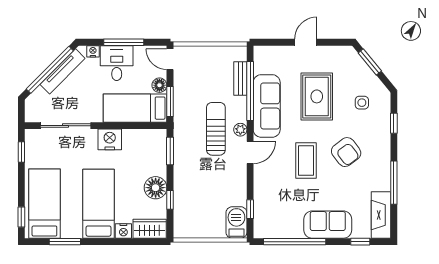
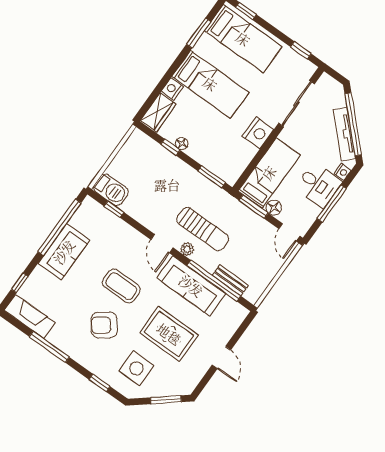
door: (170, 59) -> (289, 232), swing flipped
side table: (362, 103) -> (136, 368), width x1.87, depth x1.87
floor lamp: (156, 188) -> (182, 144), width x0.53, depth x0.53
sofa: (328, 225) -> (64, 252), moved

